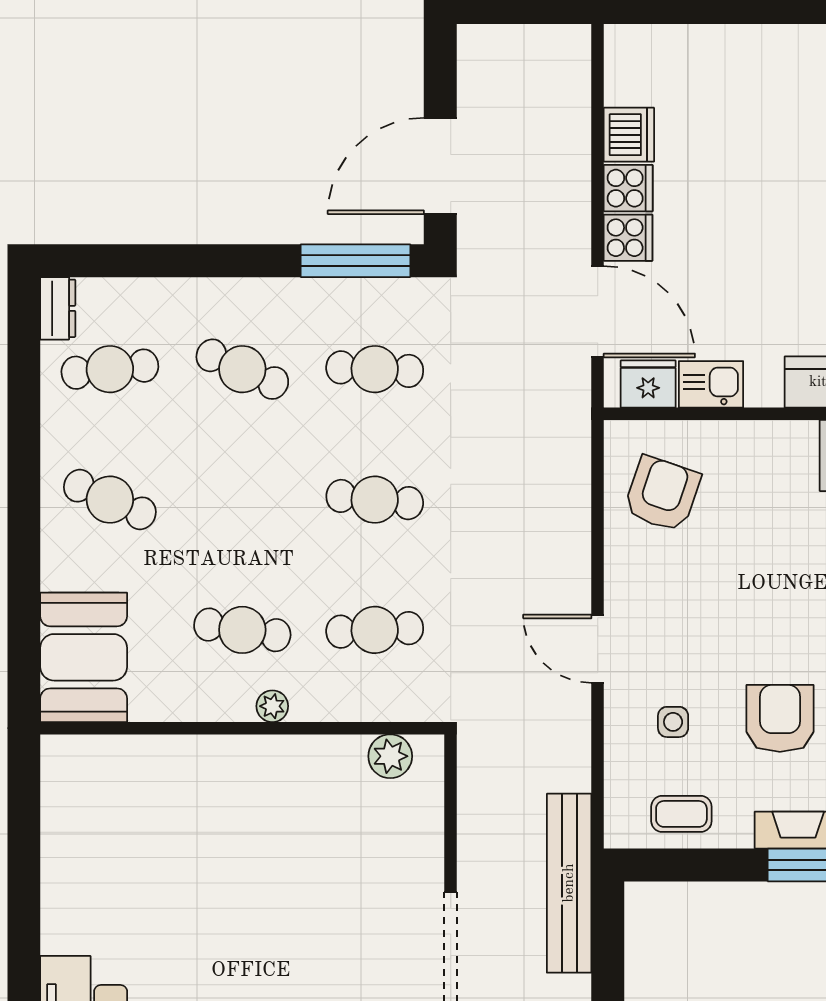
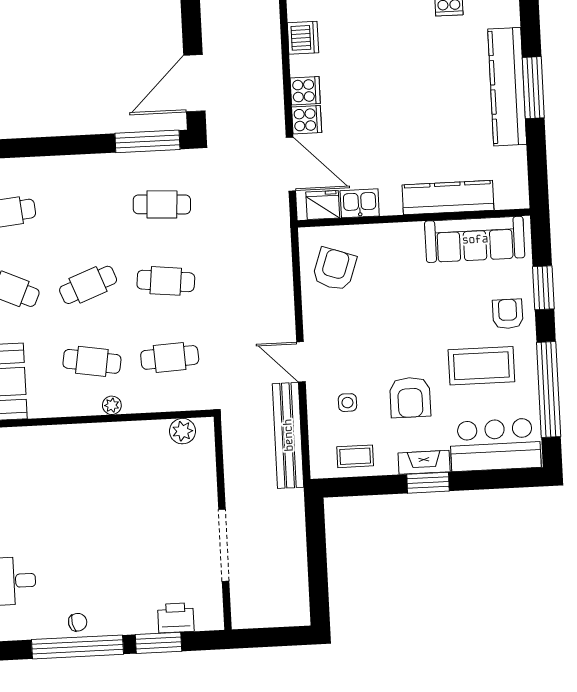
dishwasher: (629, 135) -> (303, 38), moved
cafe table: (242, 369) -> (88, 285), moved, turned -45
armchair: (780, 718) -> (410, 397), turned 180
bench: (569, 883) -> (288, 435), moved

